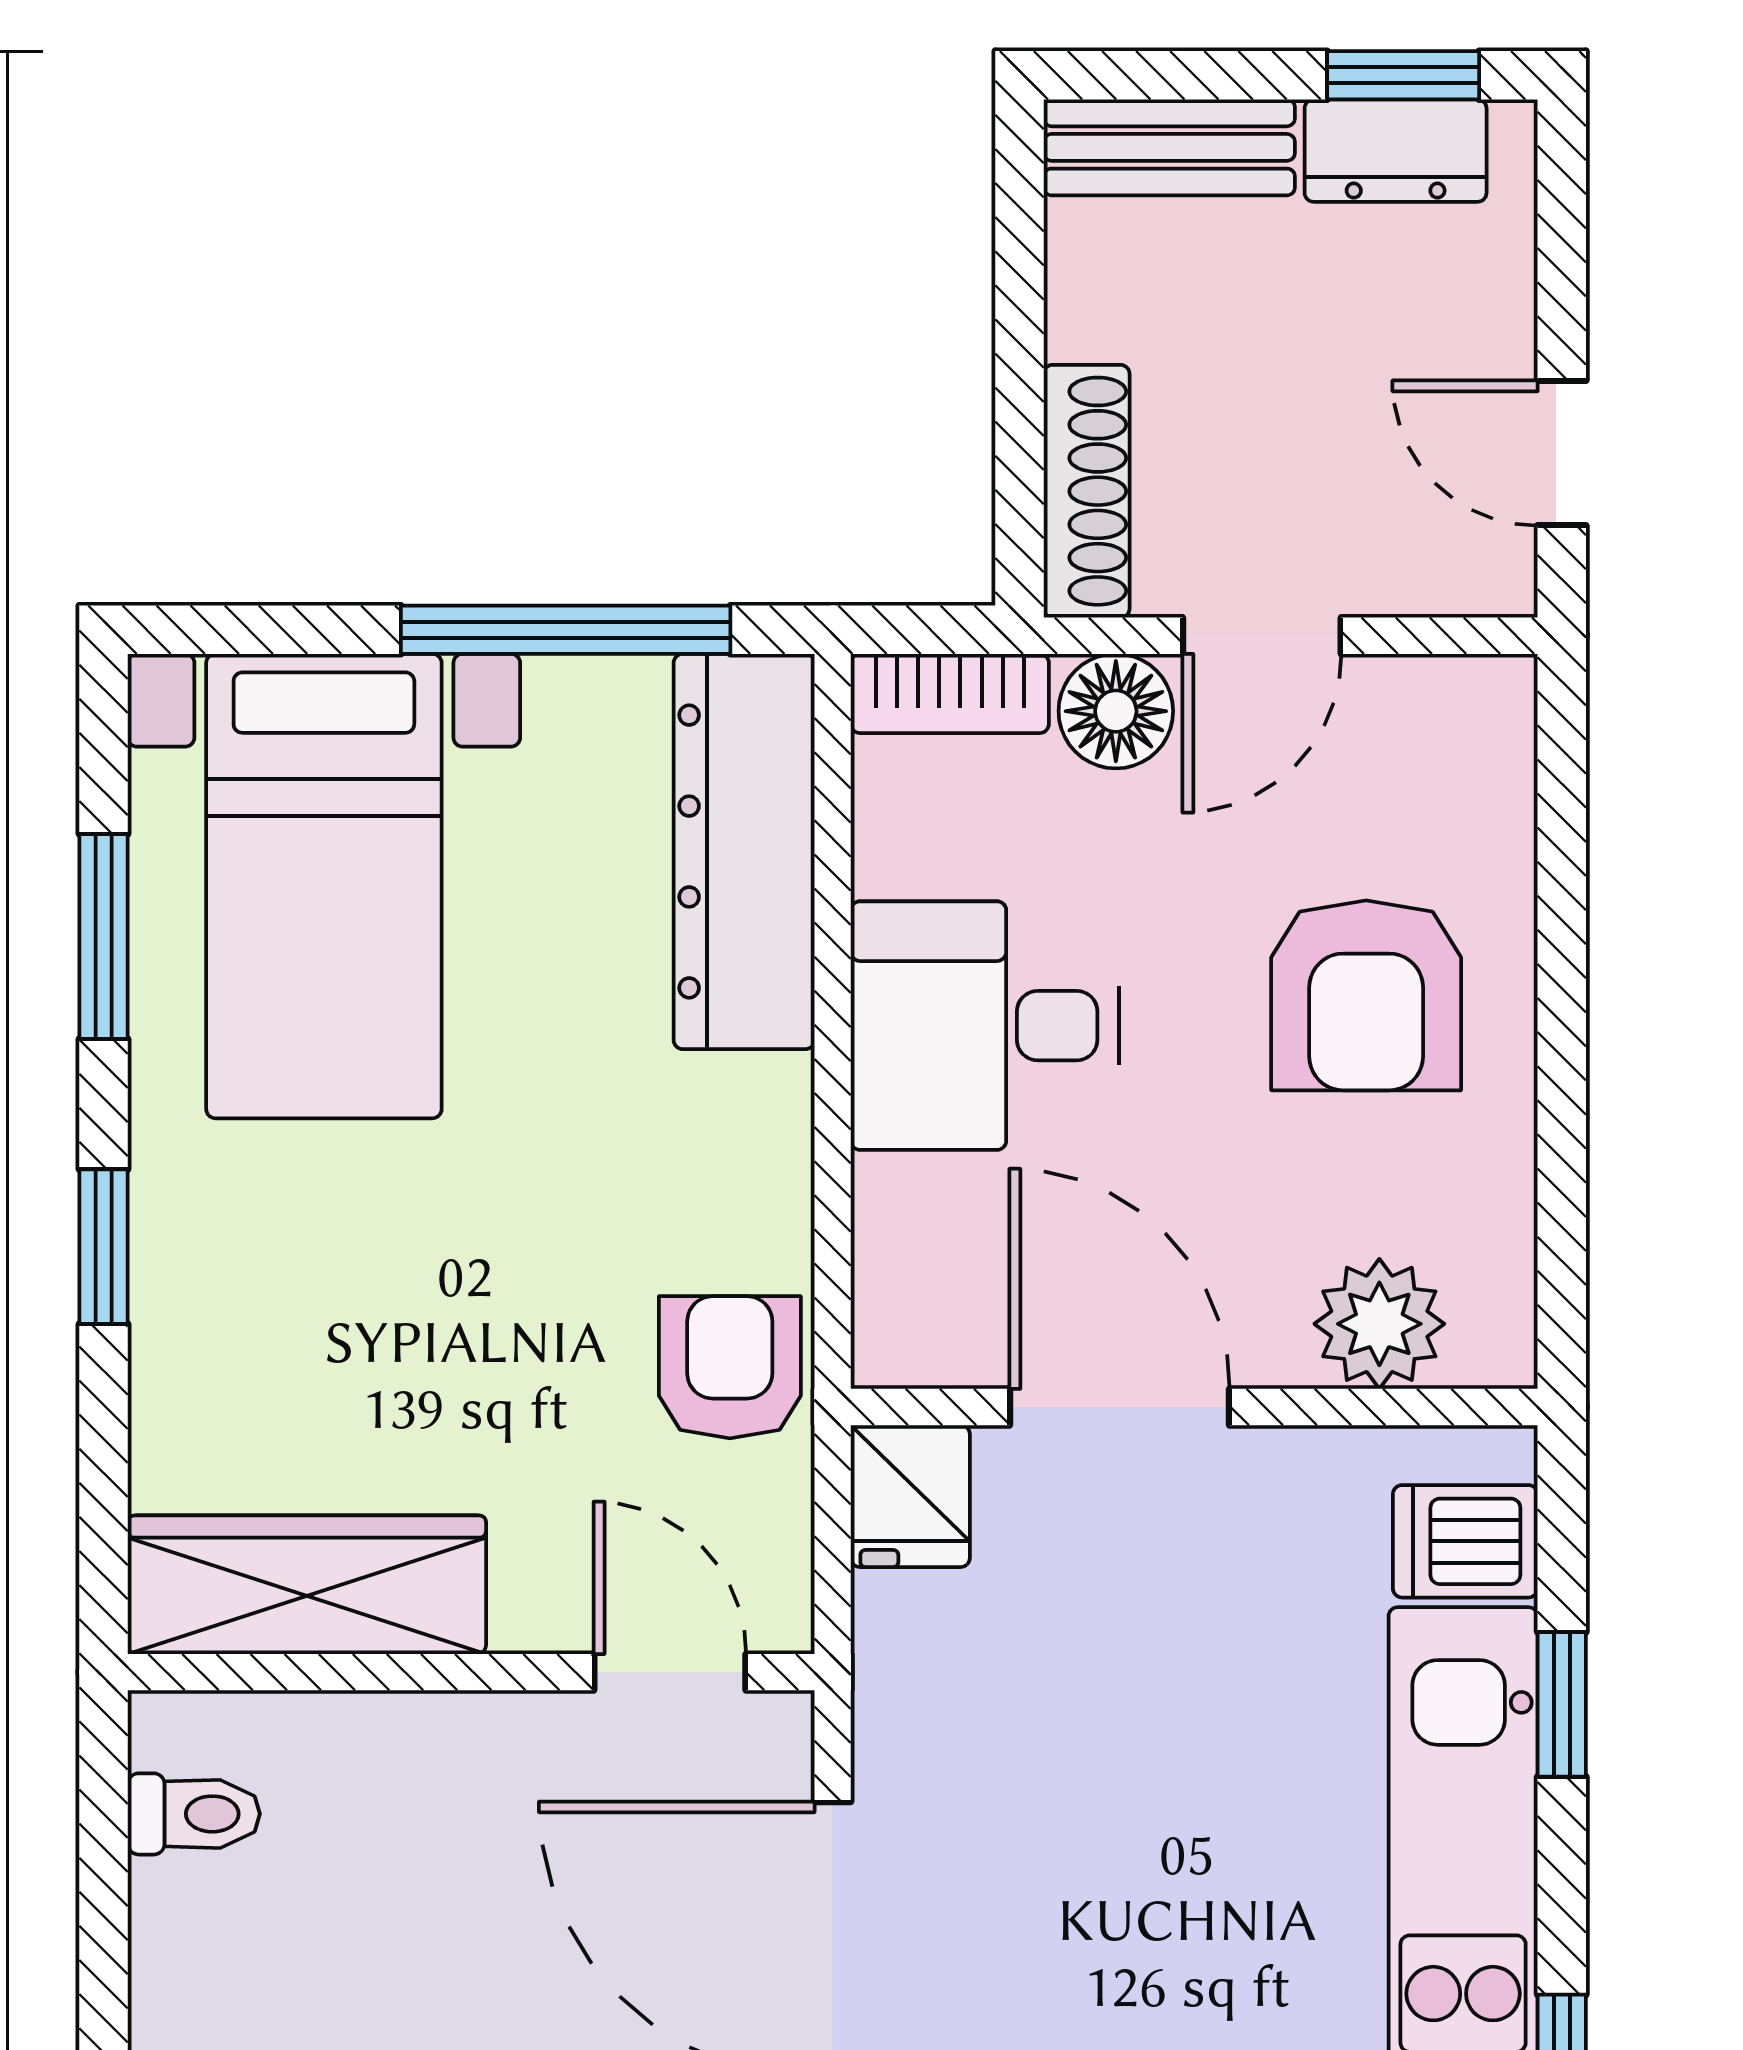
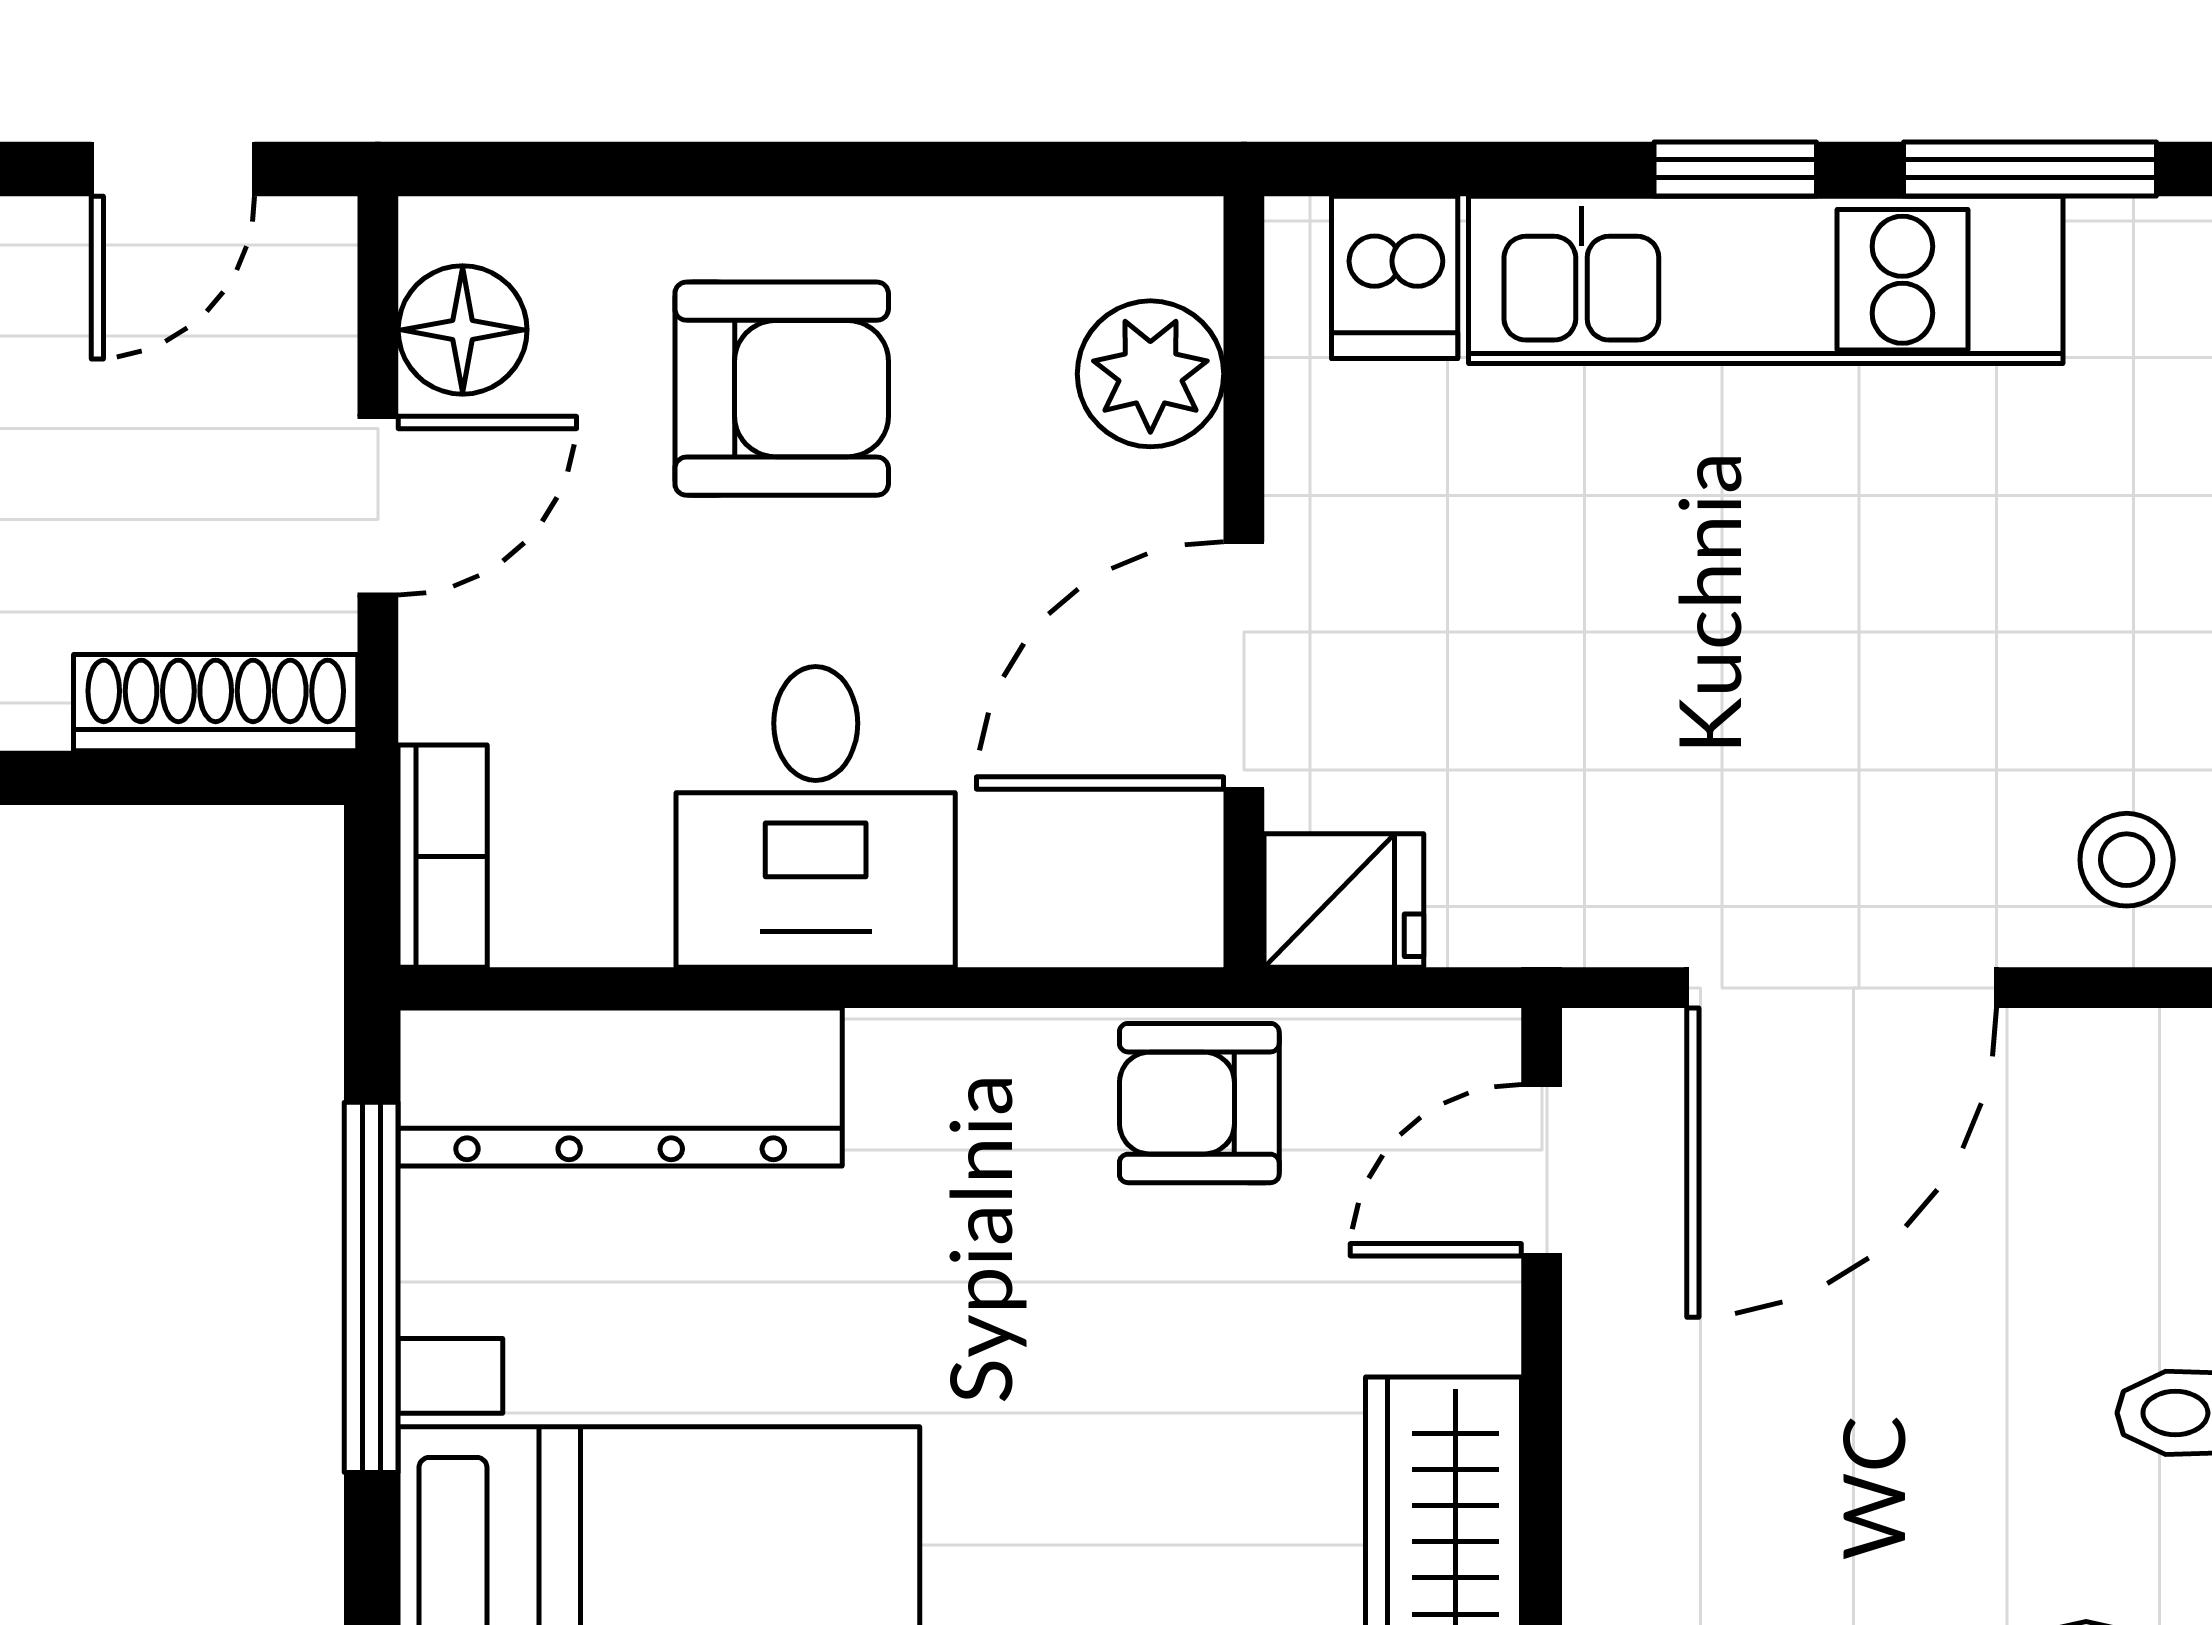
door: (1262, 636) -> (378, 506), hinge flipped
floor lamp: (1116, 711) -> (463, 330), moved
window: (1562, 1704) -> (1735, 169), moved

